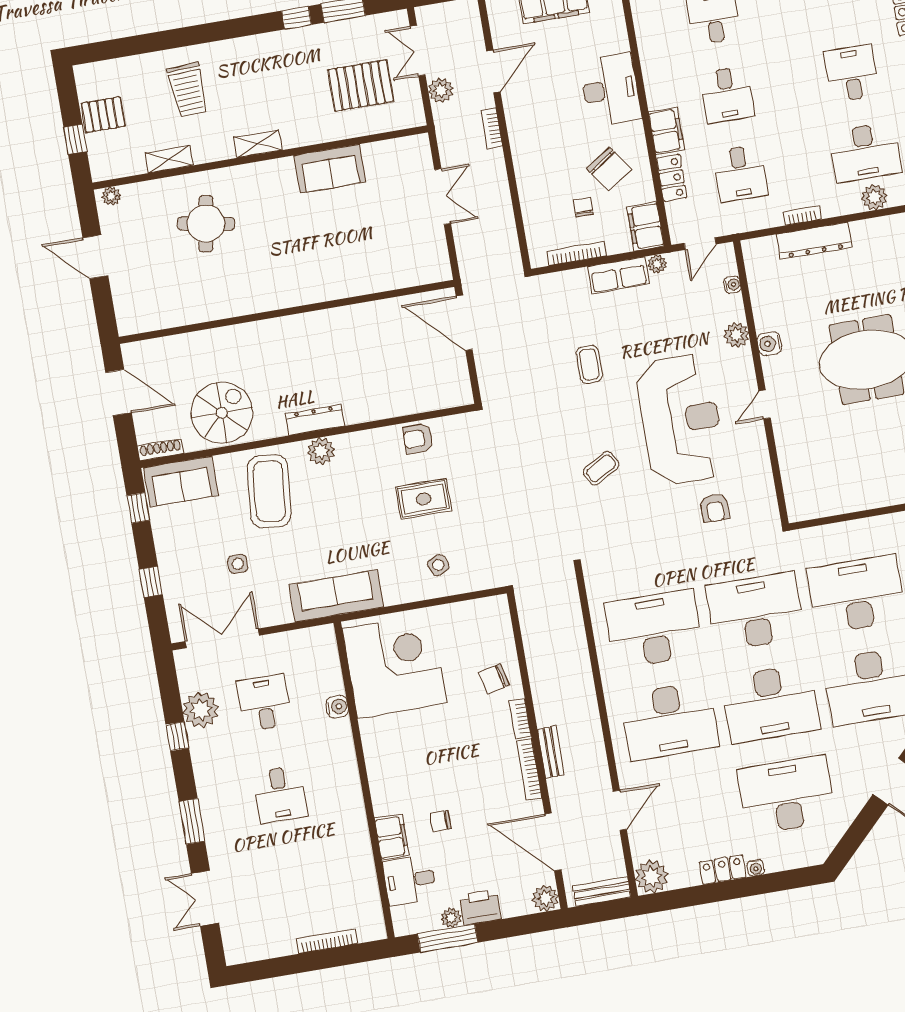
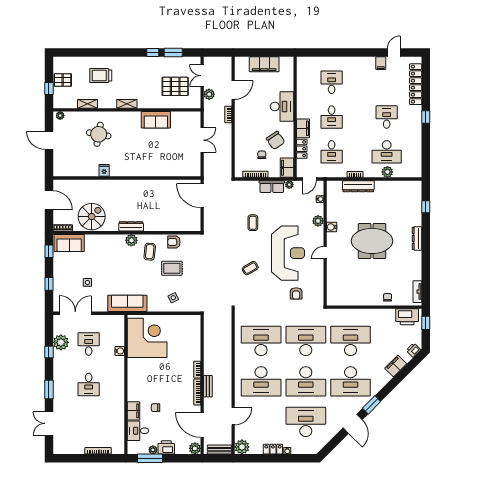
trolley: (188, 90) -> (101, 76), turned 93
fridge: (232, 304) -> (104, 170), added
coffee table: (269, 491) -> (150, 252), moved, width x0.54, depth x0.58
chair: (494, 679) -> (189, 351), removed

